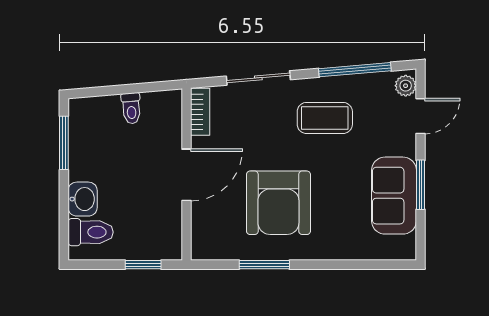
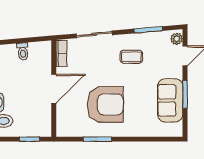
window: (355, 70) -> (148, 30), width x0.69
coffee table: (325, 118) -> (131, 57), width x0.73, depth x0.77
armchair: (278, 203) -> (105, 104), turned -90

